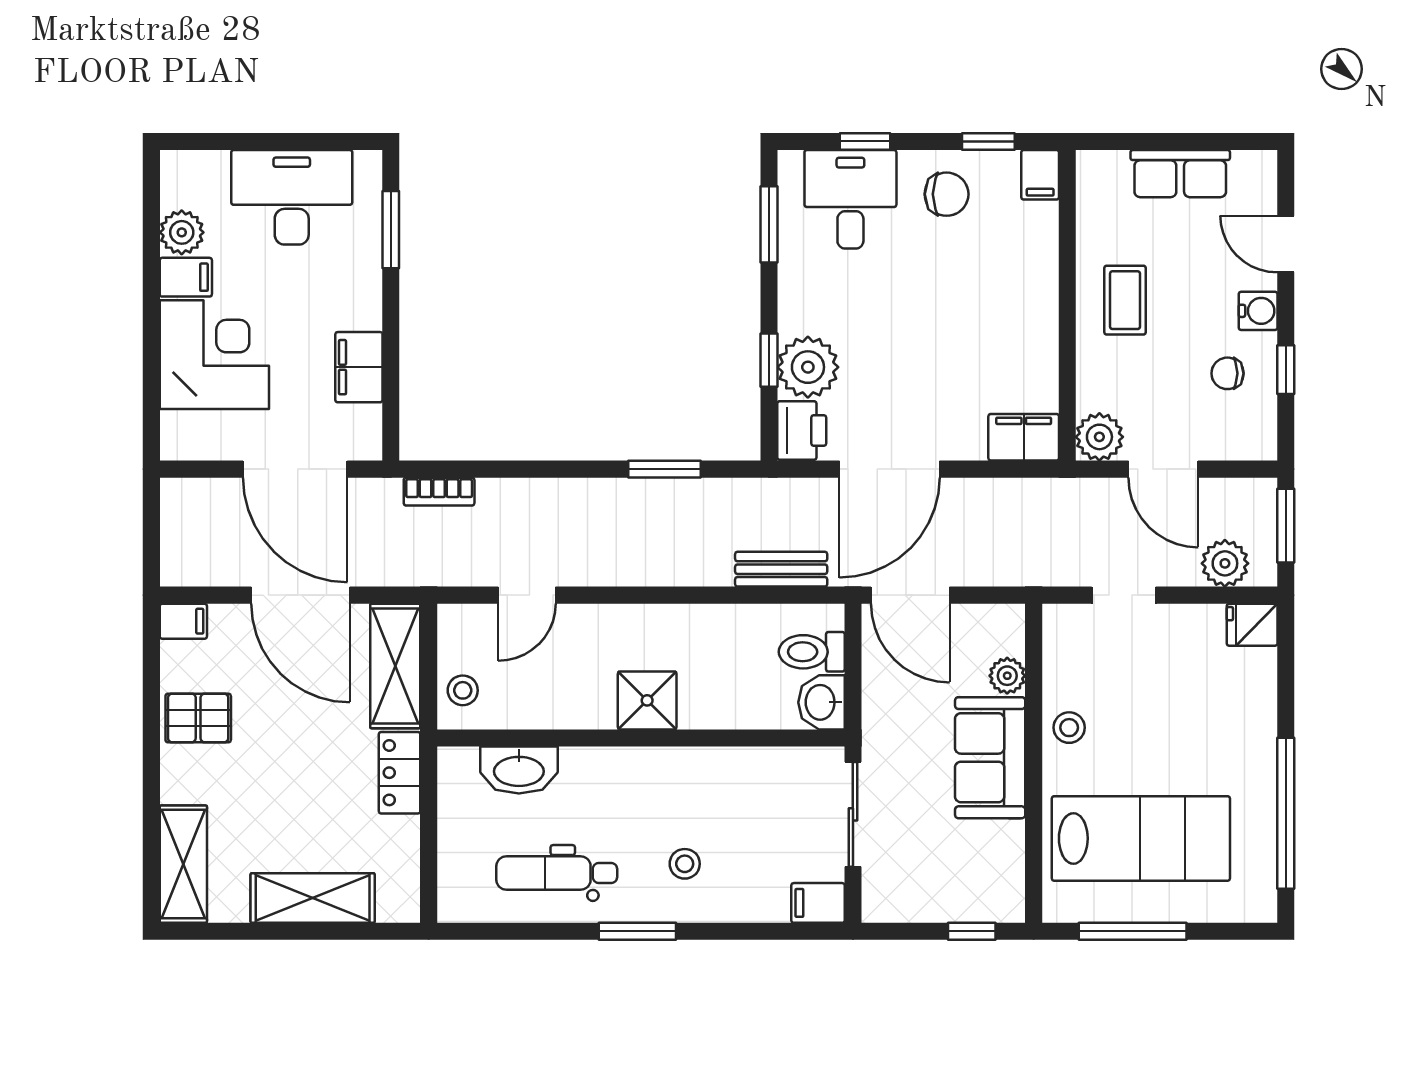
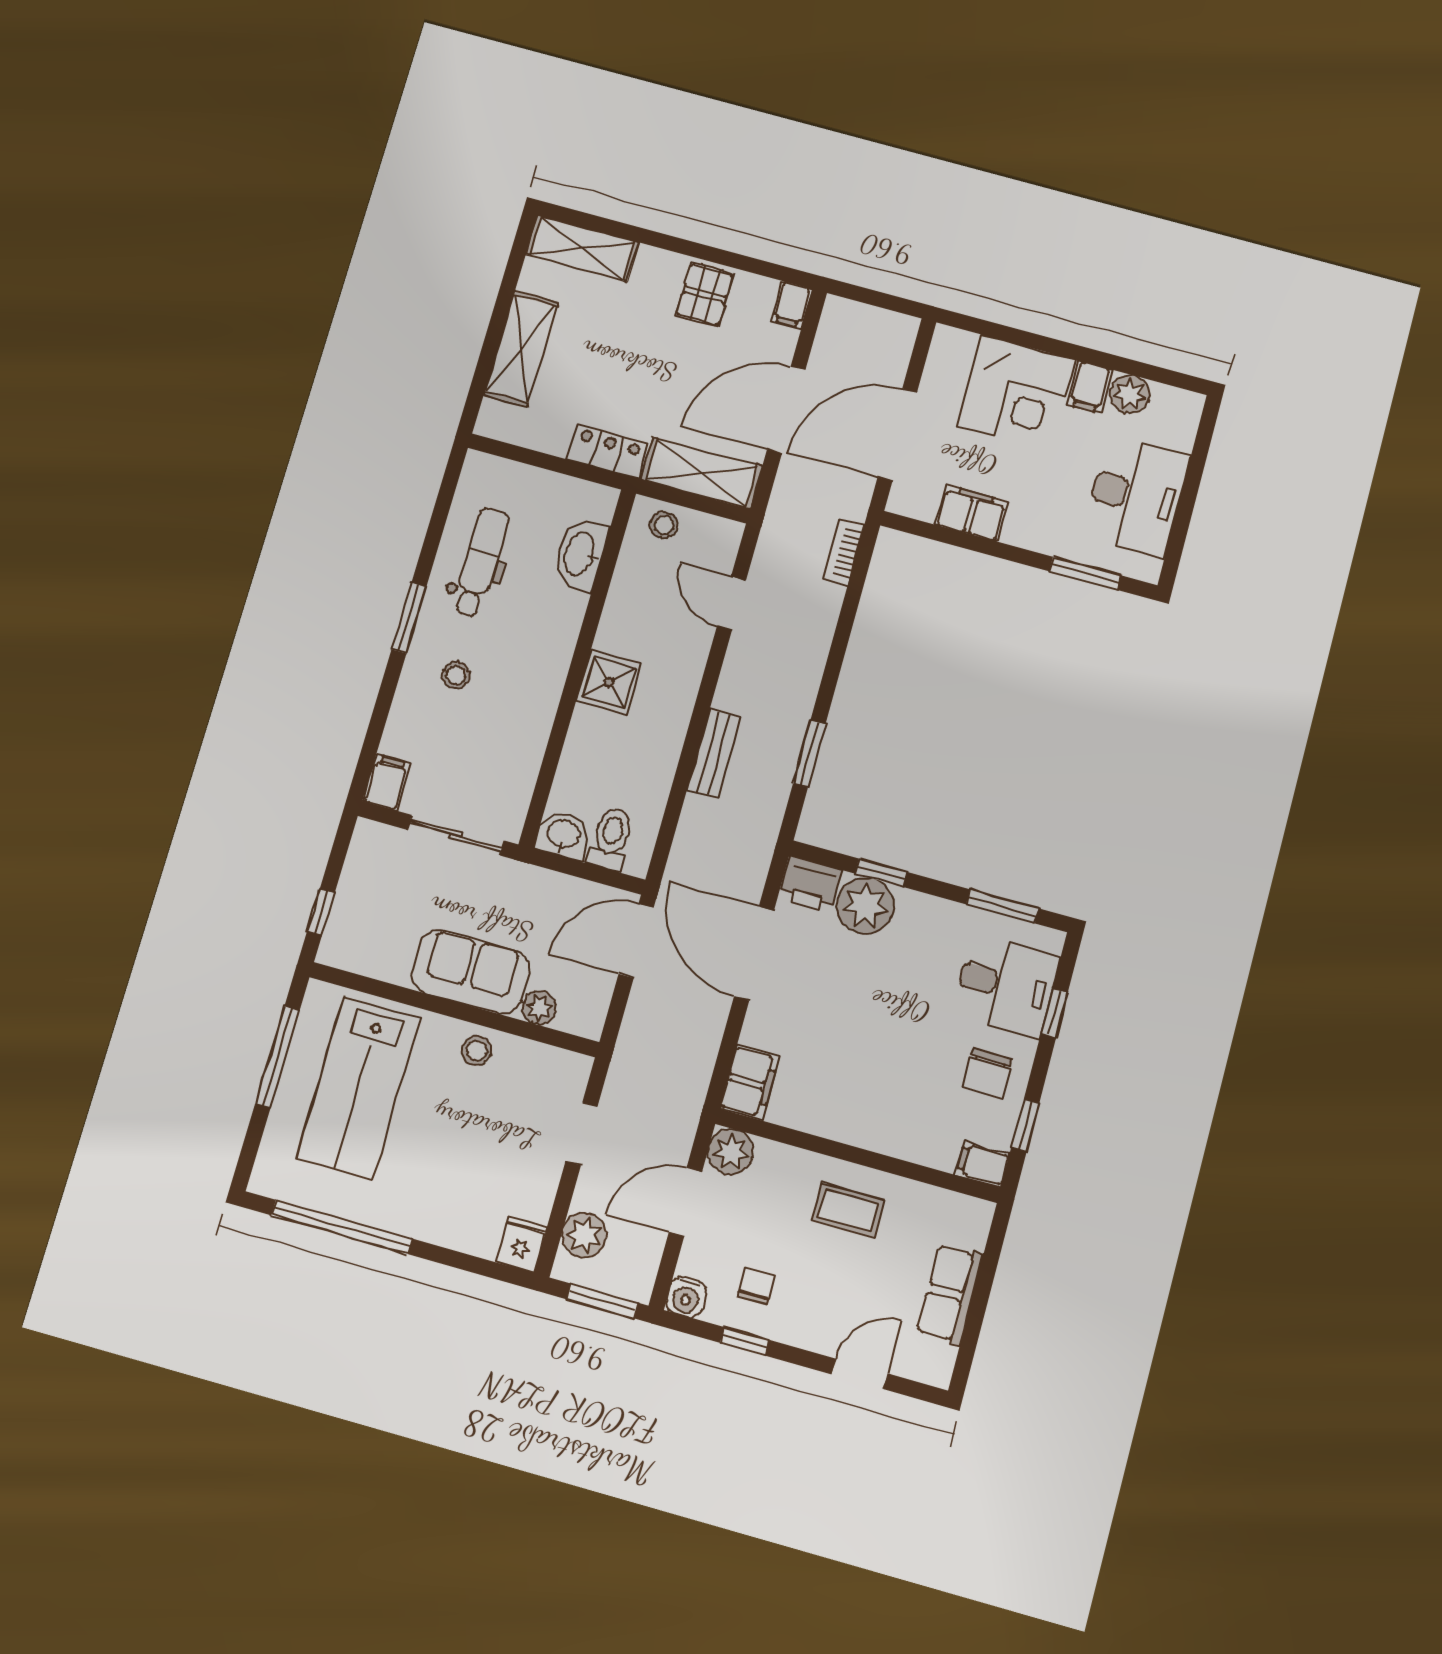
water cooler: (1258, 311) -> (686, 1297), moved
bench: (781, 569) -> (714, 753), moved

